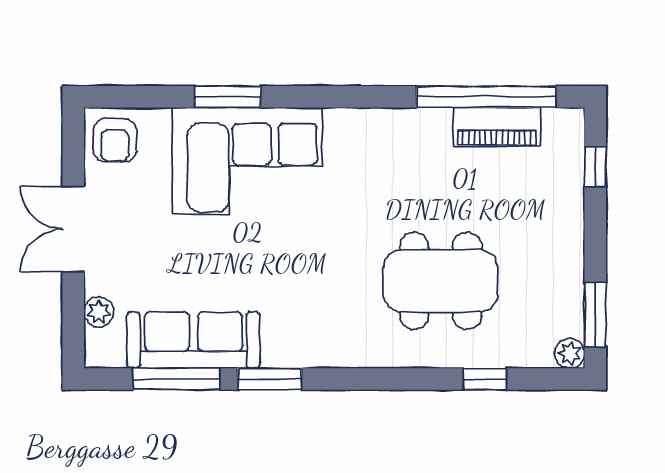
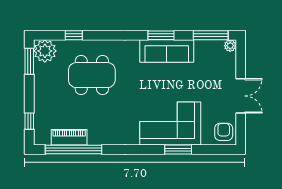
plant: (99, 312) -> (230, 46), moved
sofa: (193, 340) -> (167, 51), moved
plant: (570, 353) -> (45, 51), width x1.87, depth x1.87
window: (177, 379) -> (211, 35), moved

